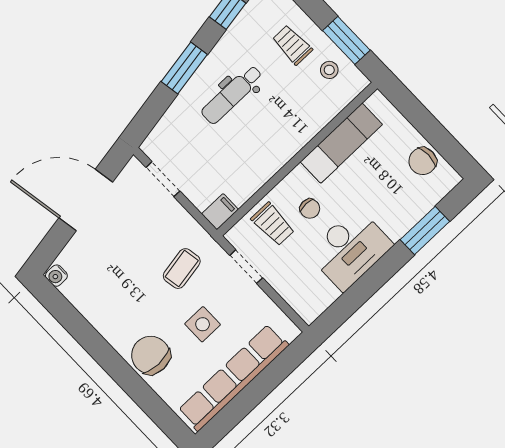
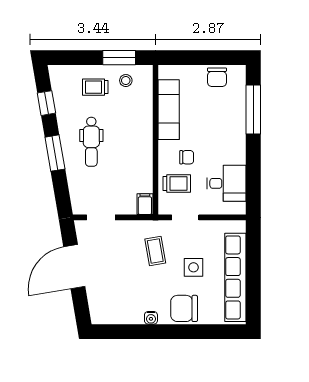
window: (425, 231) -> (253, 110), width x1.44
desk: (350, 249) -> (226, 183), moved, width x0.73
water cooler: (56, 276) -> (151, 318), moved

